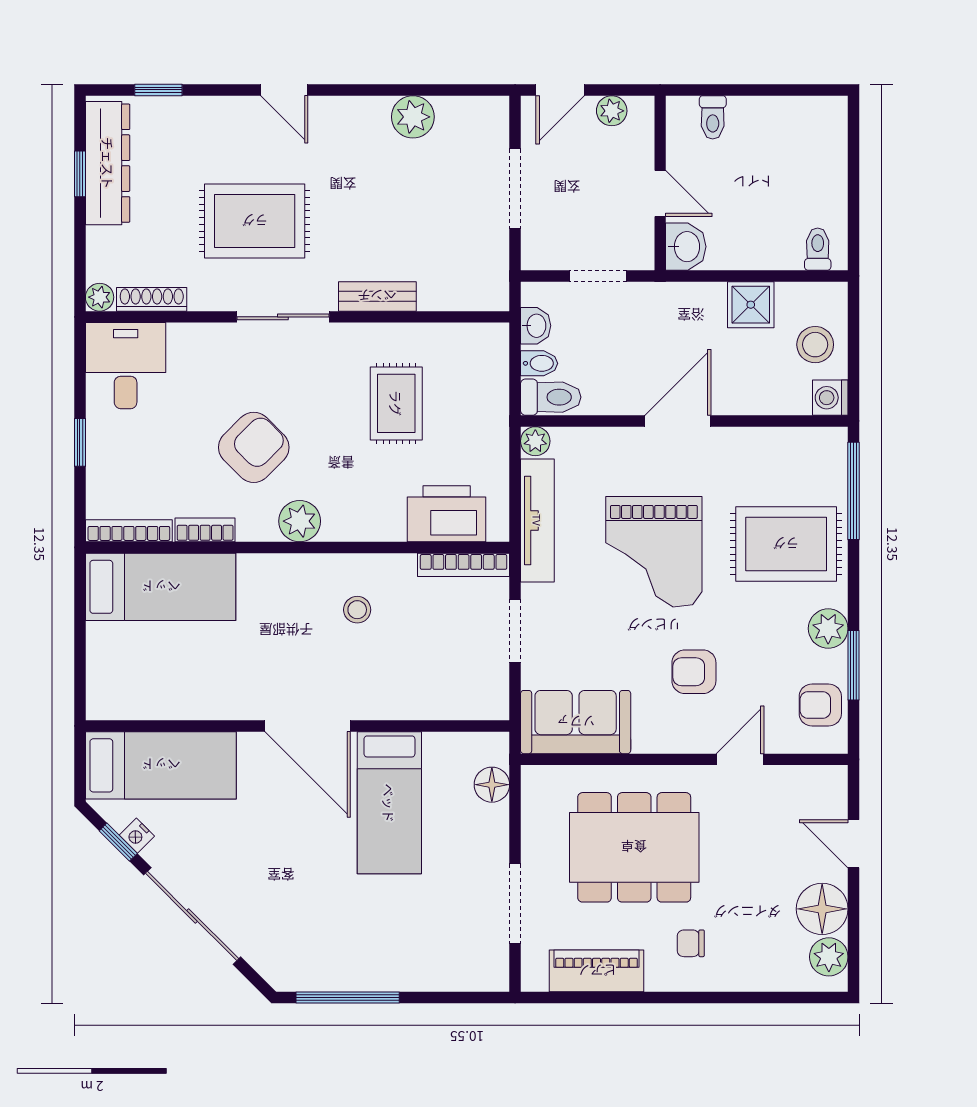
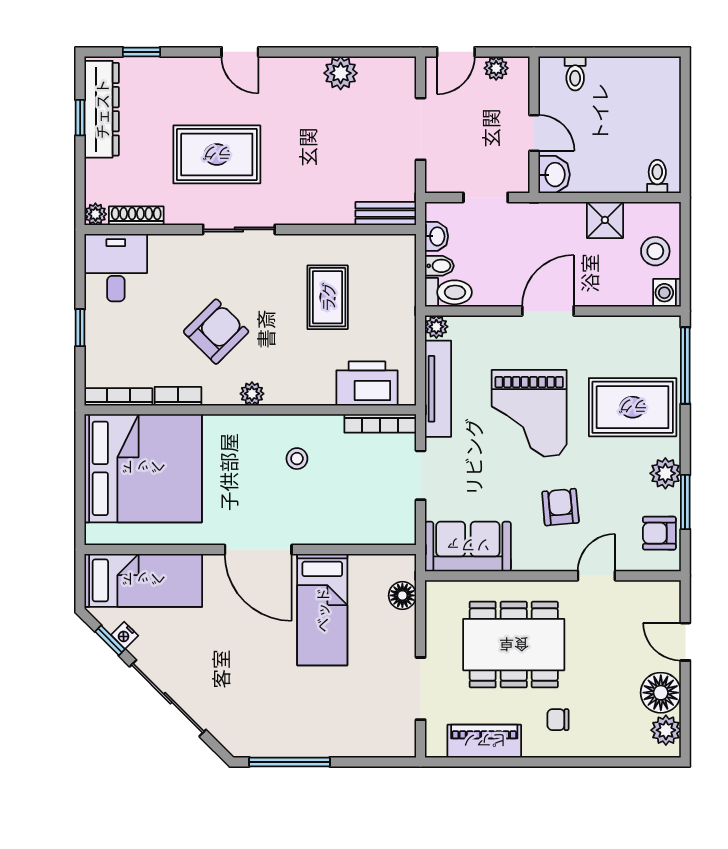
bench: (377, 296) -> (386, 214), moved
plant: (300, 521) -> (252, 394), width x0.73, depth x0.73
bed: (161, 587) -> (143, 468), width x2.04
armchair: (694, 672) -> (560, 507), turned 85

